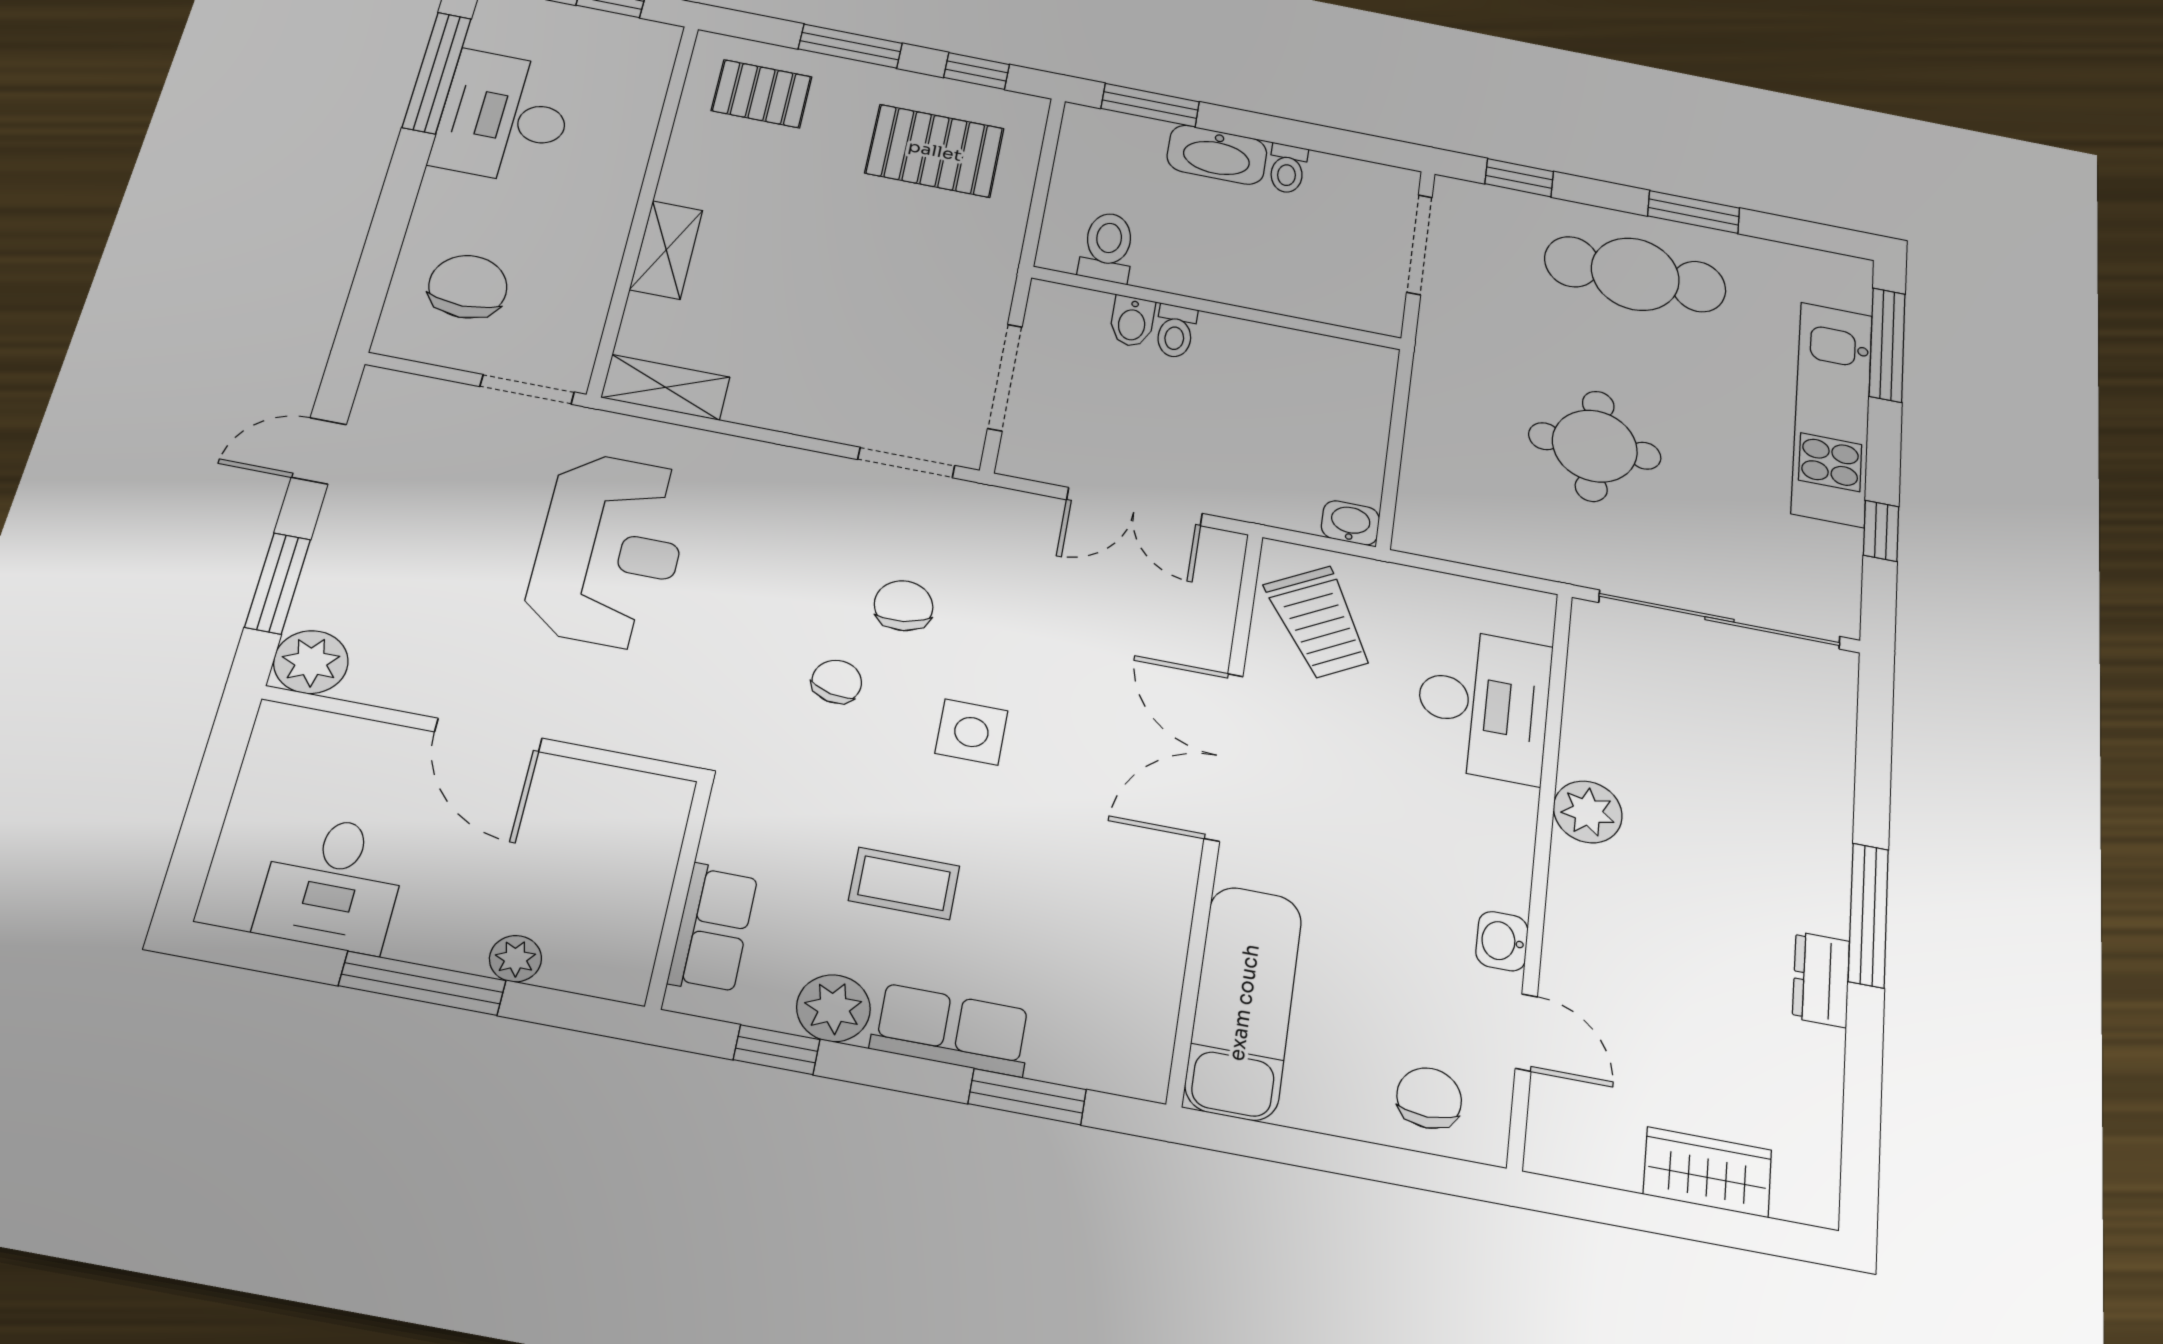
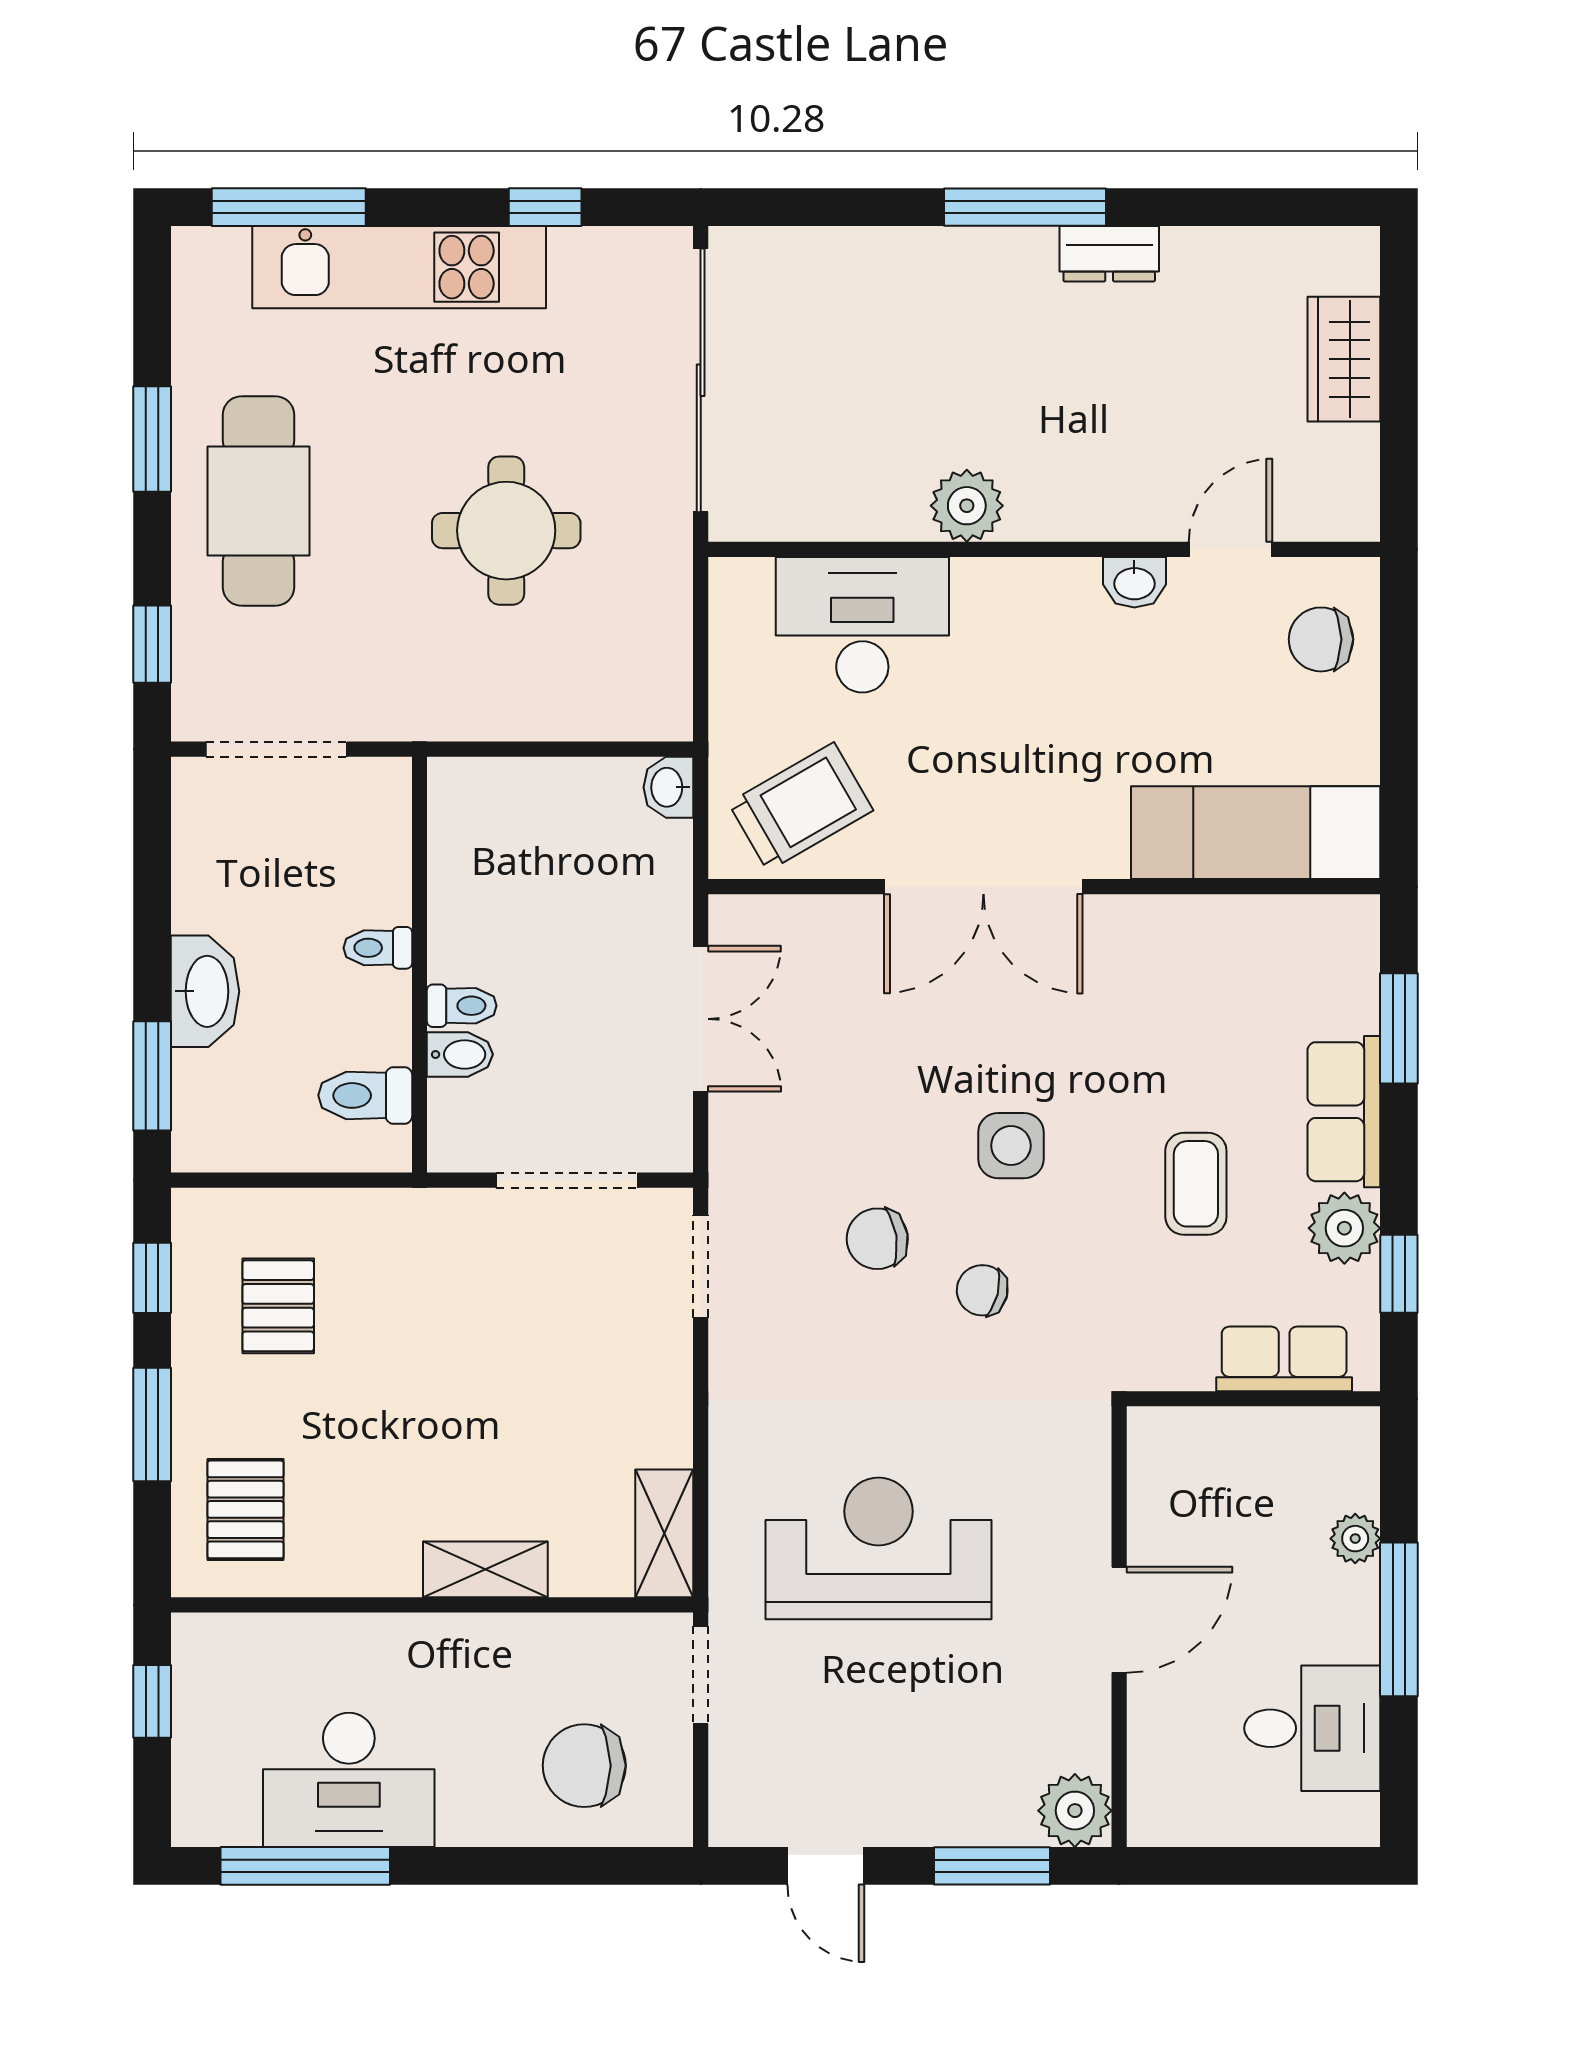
pallet: (935, 151) -> (278, 1306), width x0.67, depth x0.71
toilet: (1287, 169) -> (378, 948), moved, turned 180

